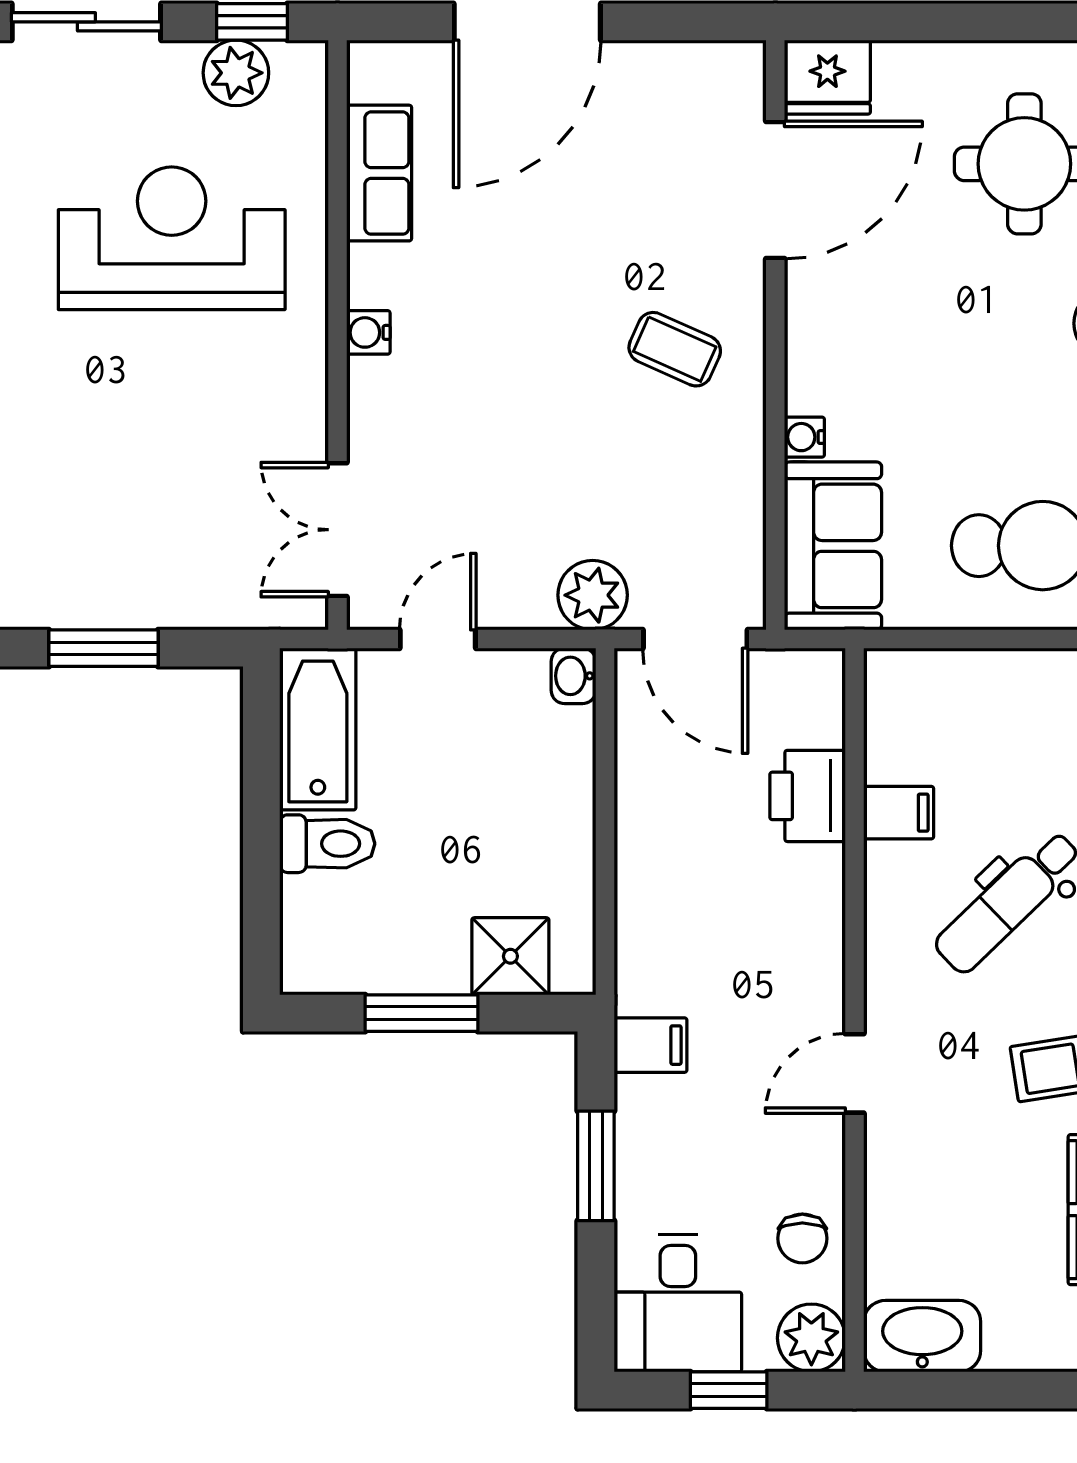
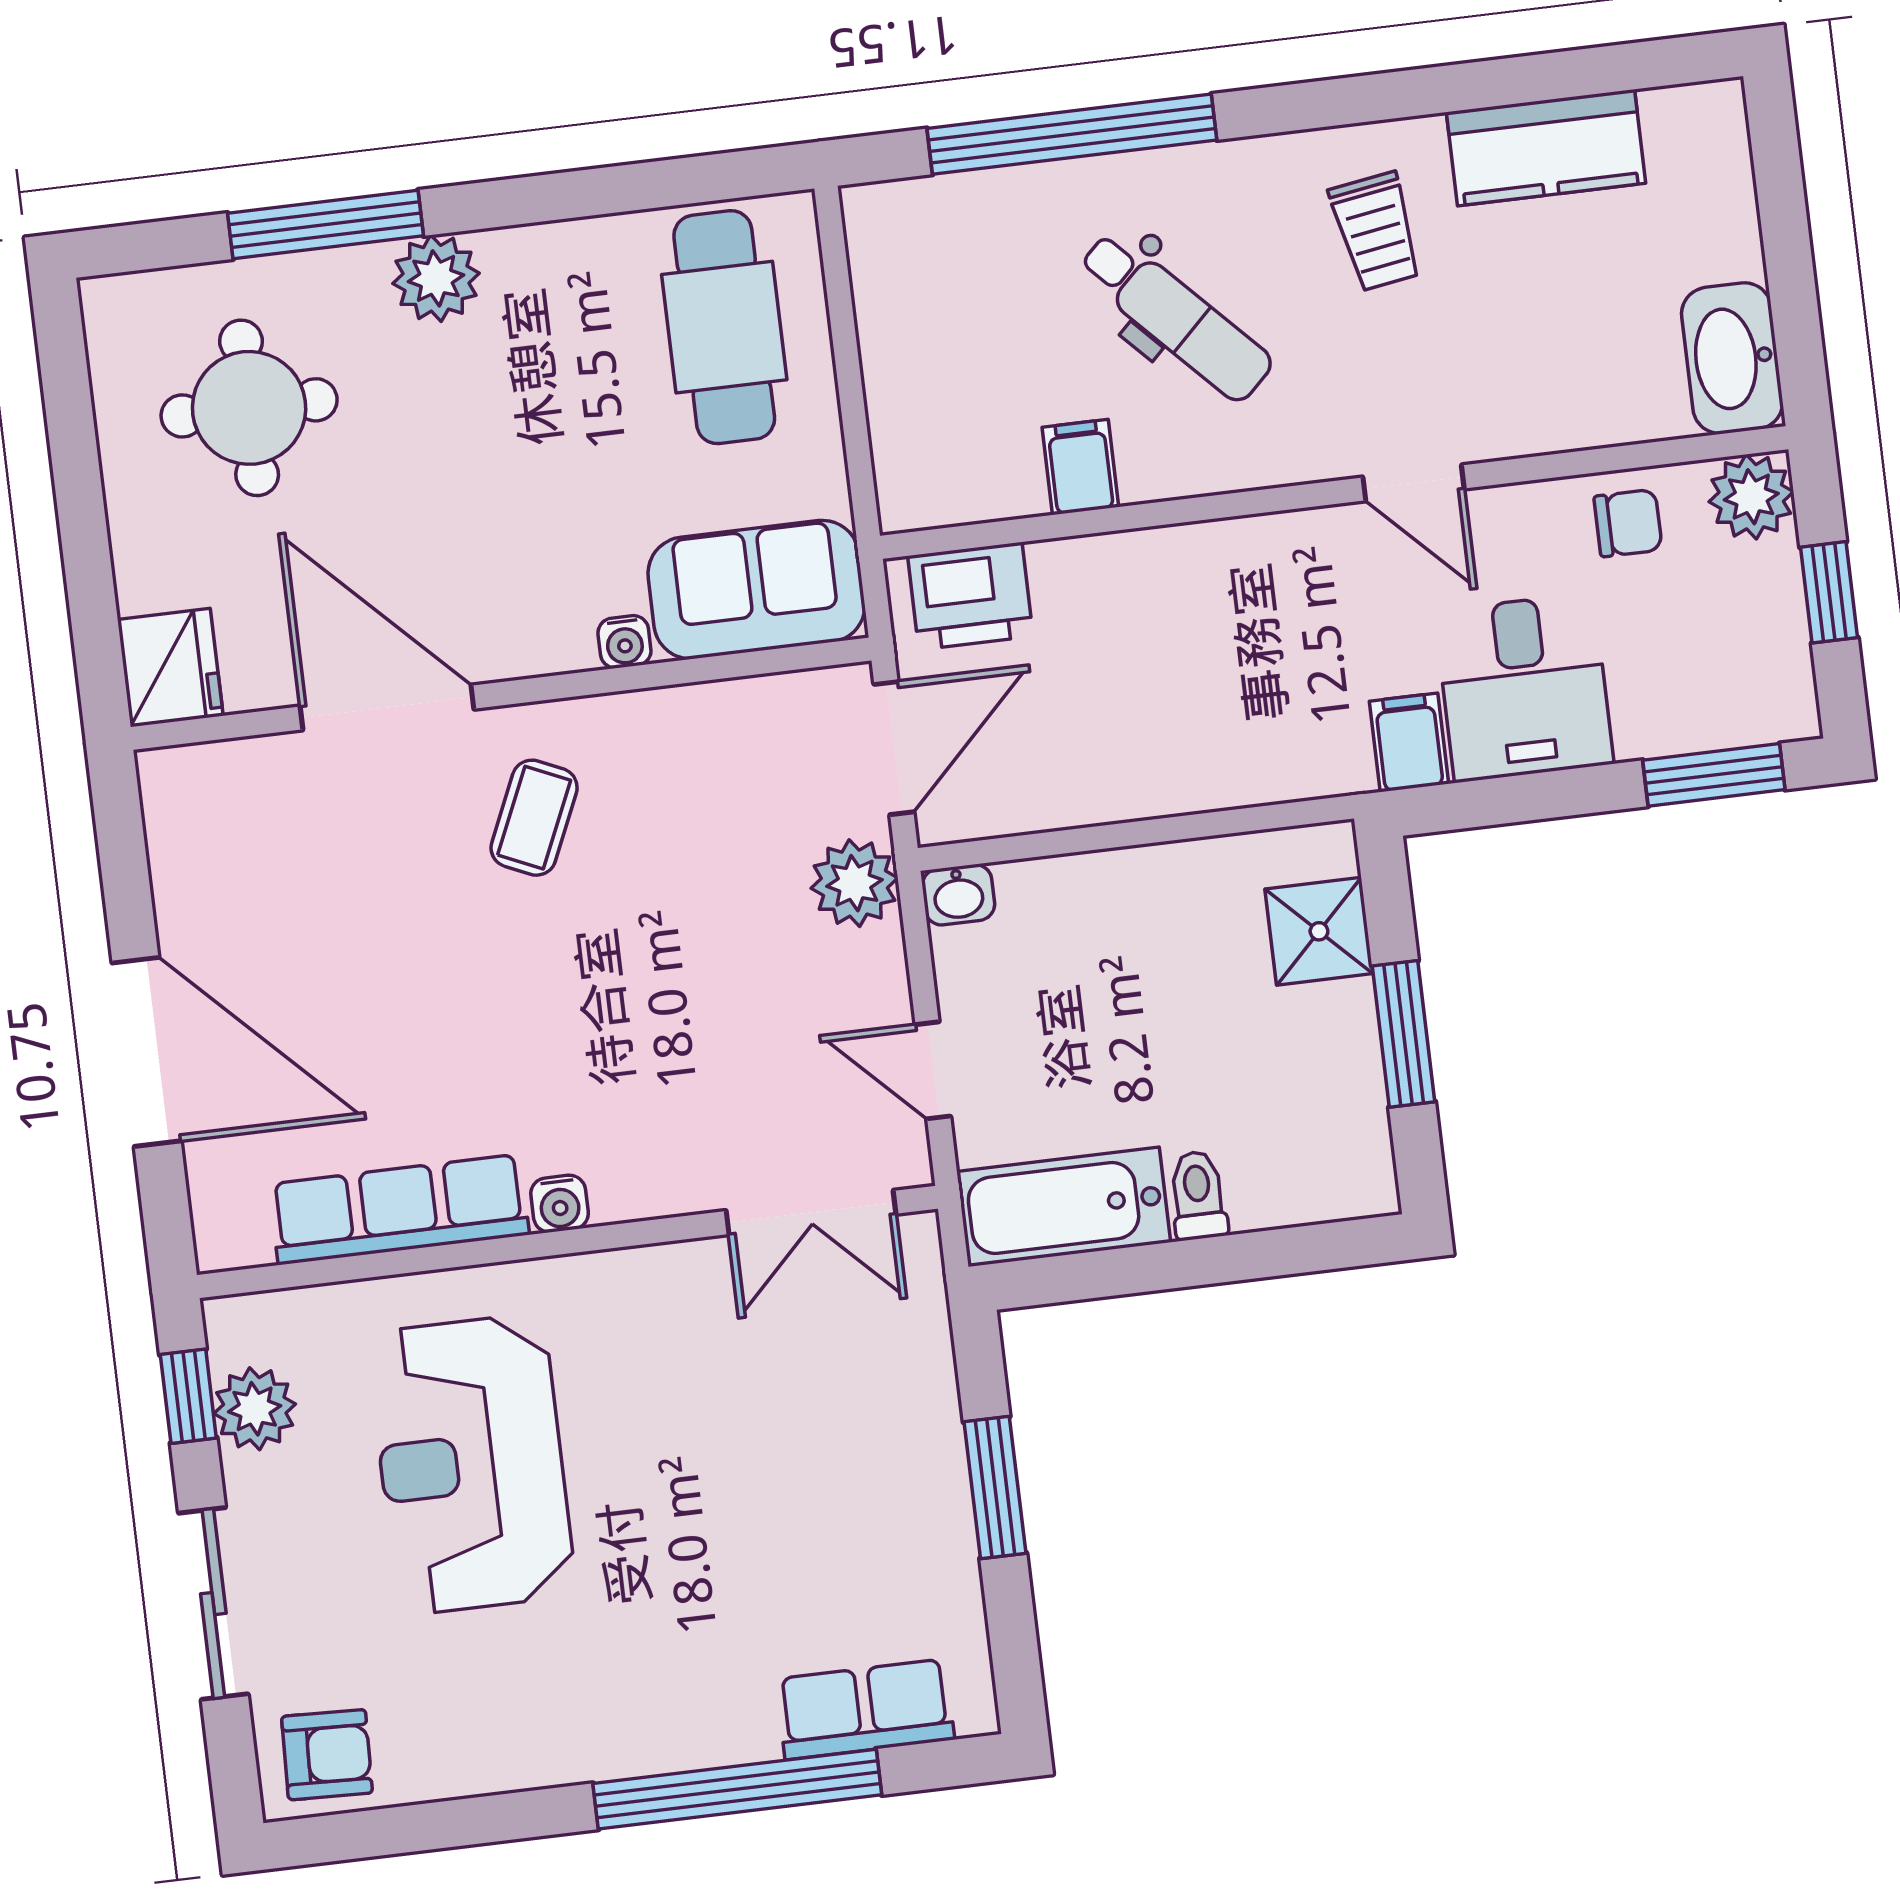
row of seats: (379, 173) -> (399, 1209), width x1.48
door: (775, 190) -> (387, 708), moved
printer: (808, 796) -> (970, 596), moved
toilet: (327, 844) -> (1198, 1195), width x0.73, depth x0.72
window: (596, 1166) -> (1714, 775), moved
desk: (678, 1303) -> (1524, 687), moved, turned 90

